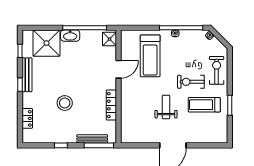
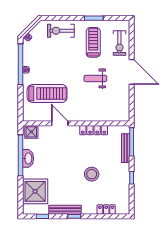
washbasin: (70, 36) -> (28, 158), moved
exercise bike: (191, 82) -> (119, 43), moved
treadmill: (204, 105) -> (93, 42), turned 180

